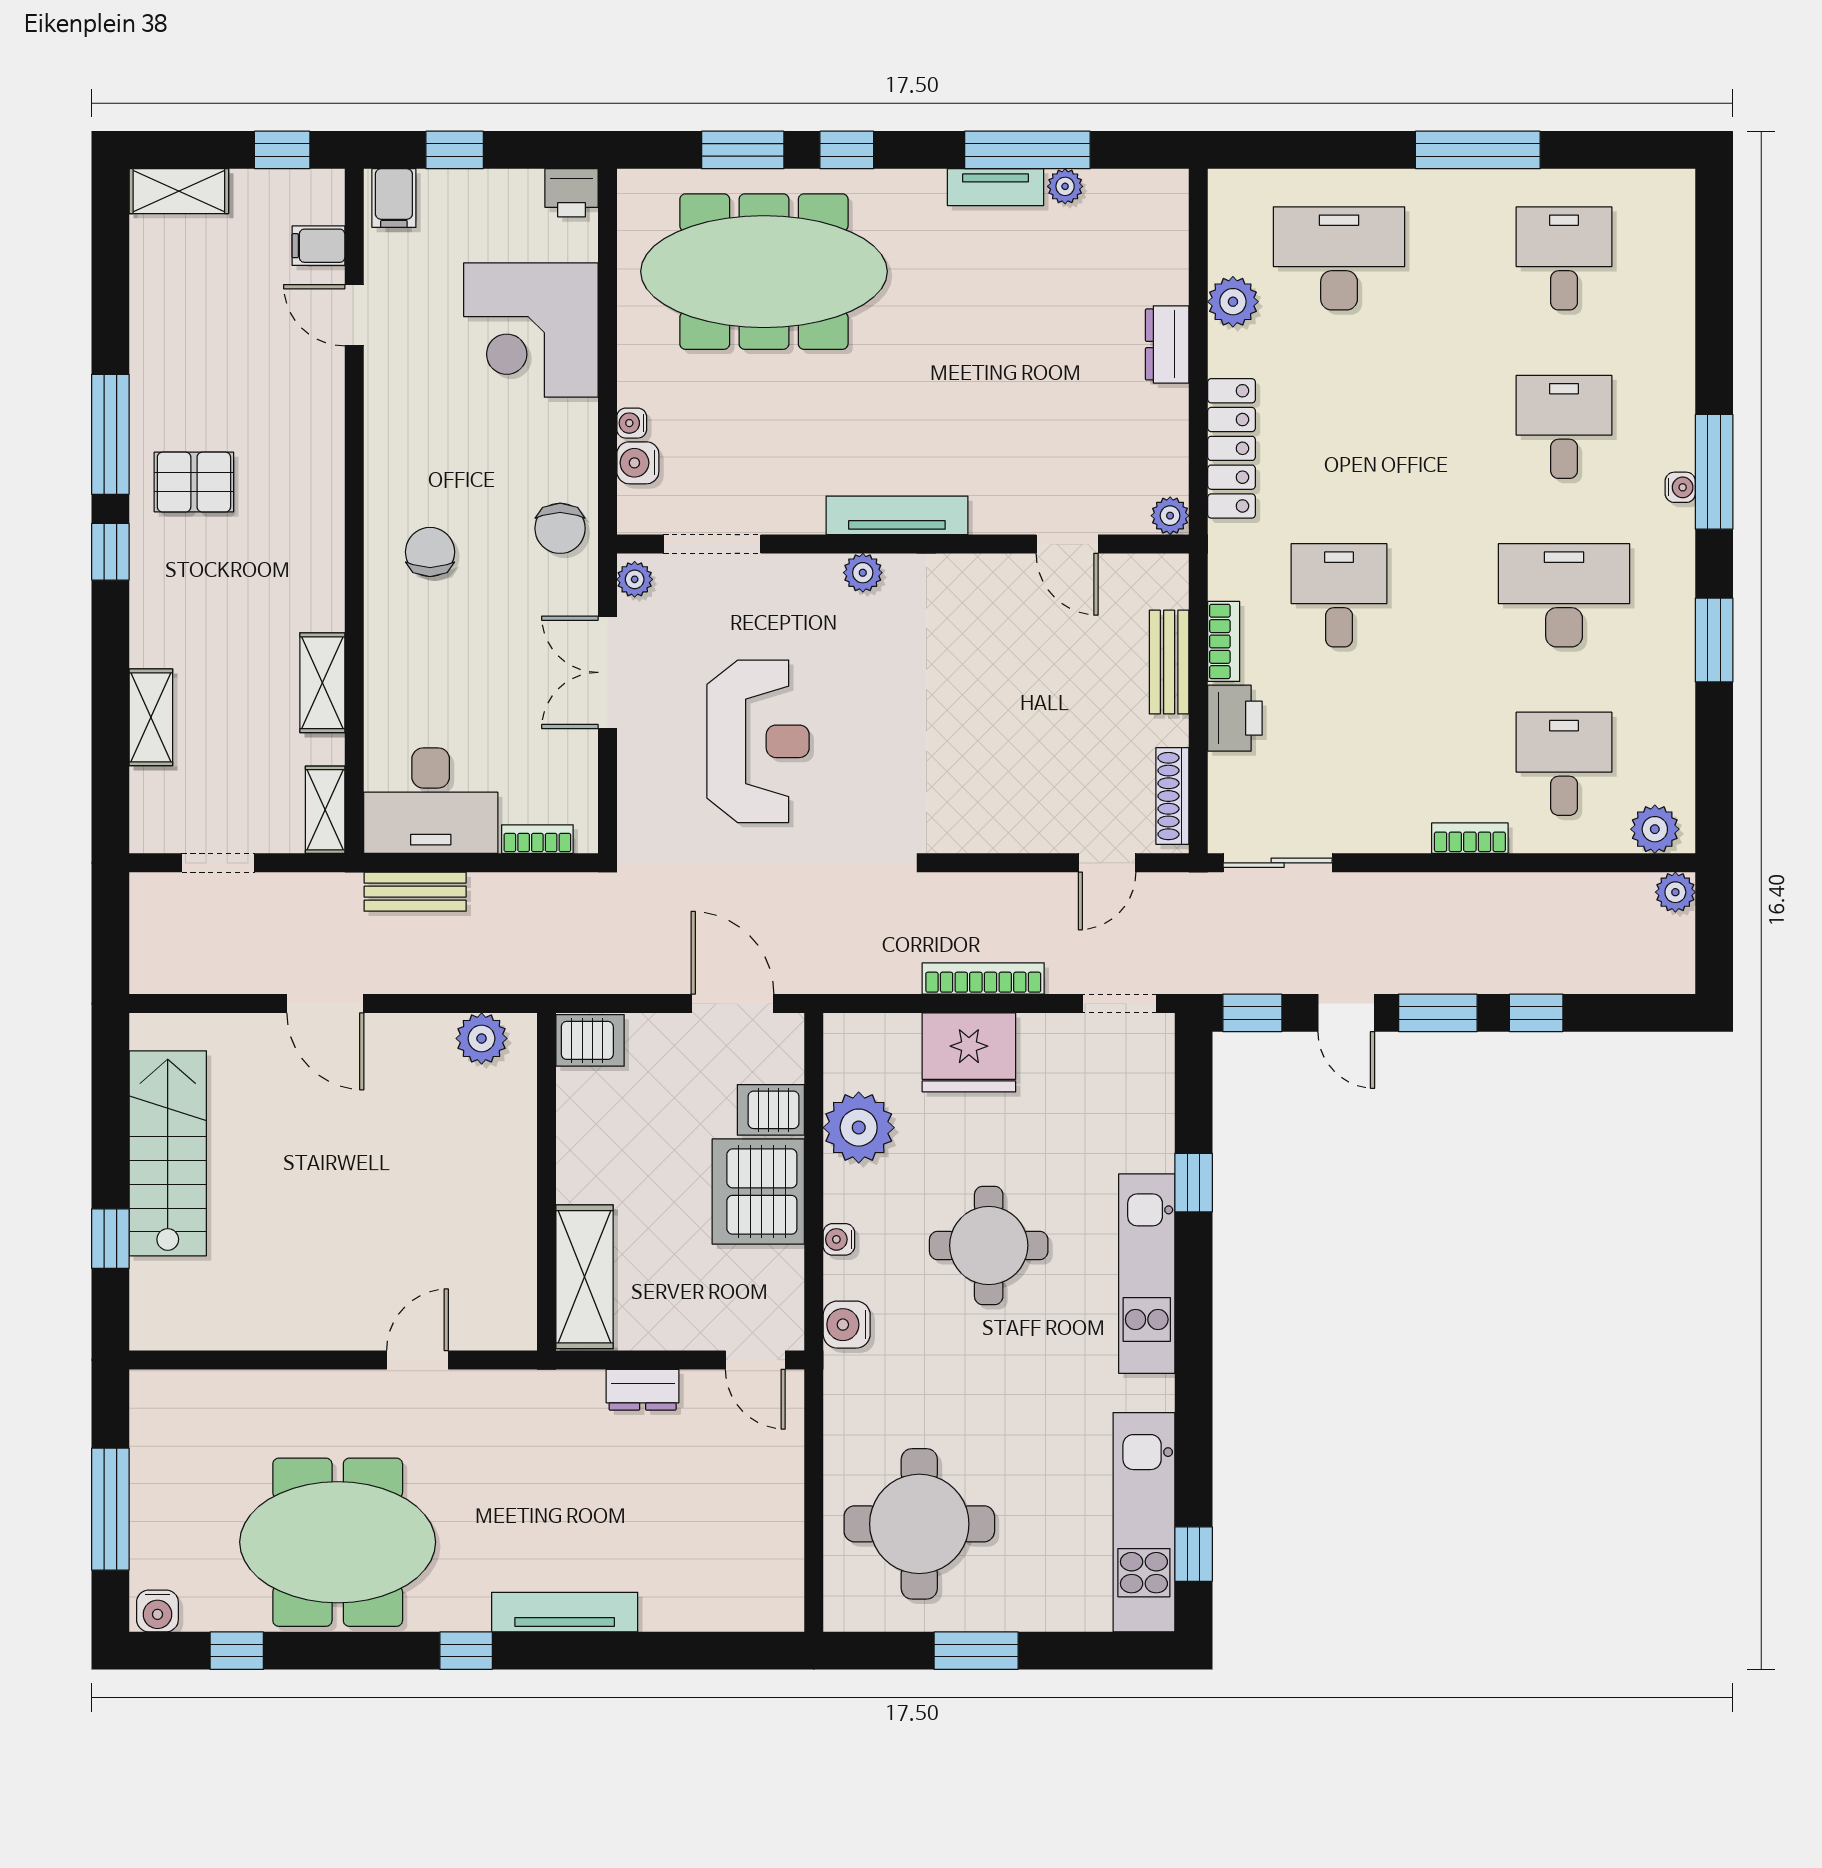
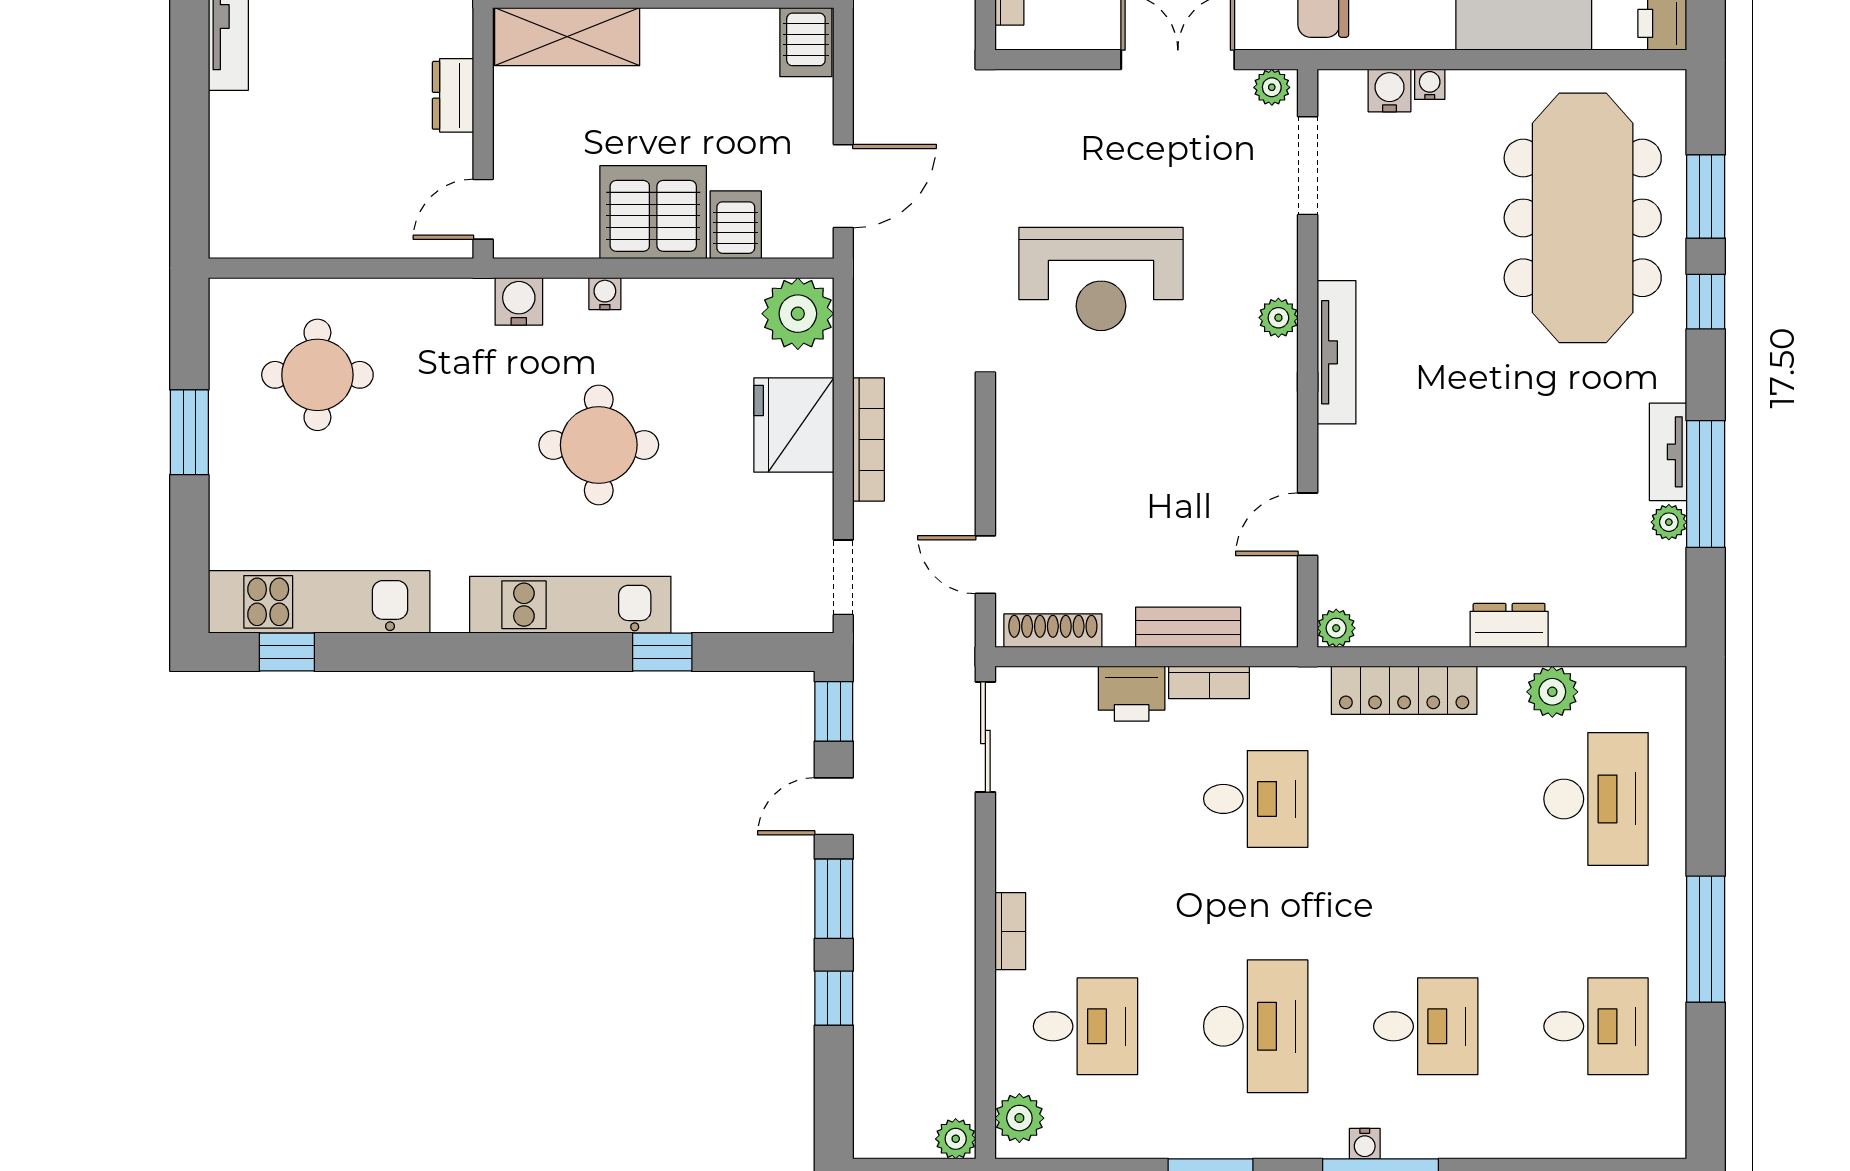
reception desk: (758, 741) -> (1101, 279), moved
plant: (859, 1128) -> (798, 314), moved
round table: (919, 1524) -> (317, 375), width x0.73, depth x0.73

